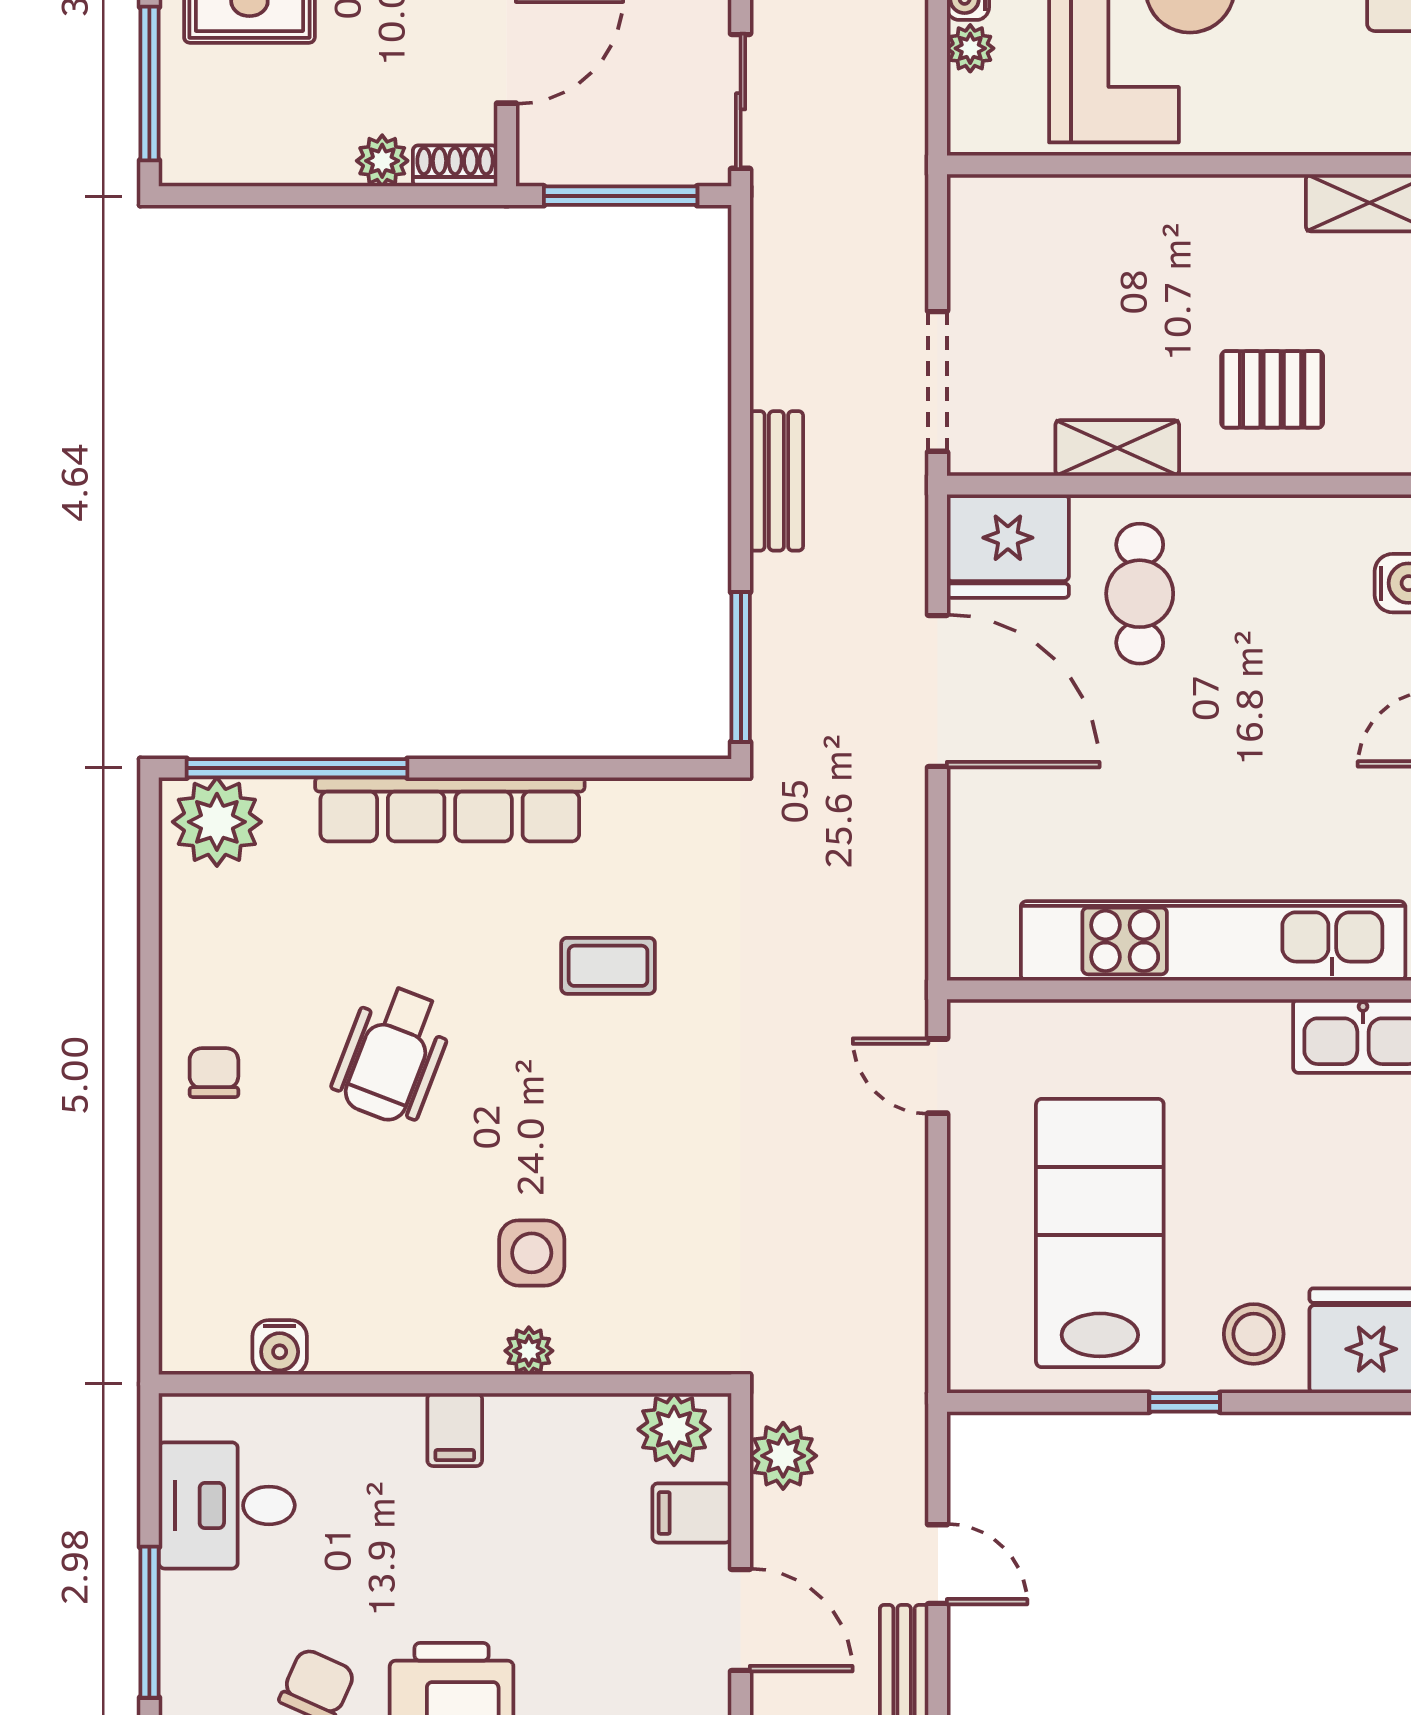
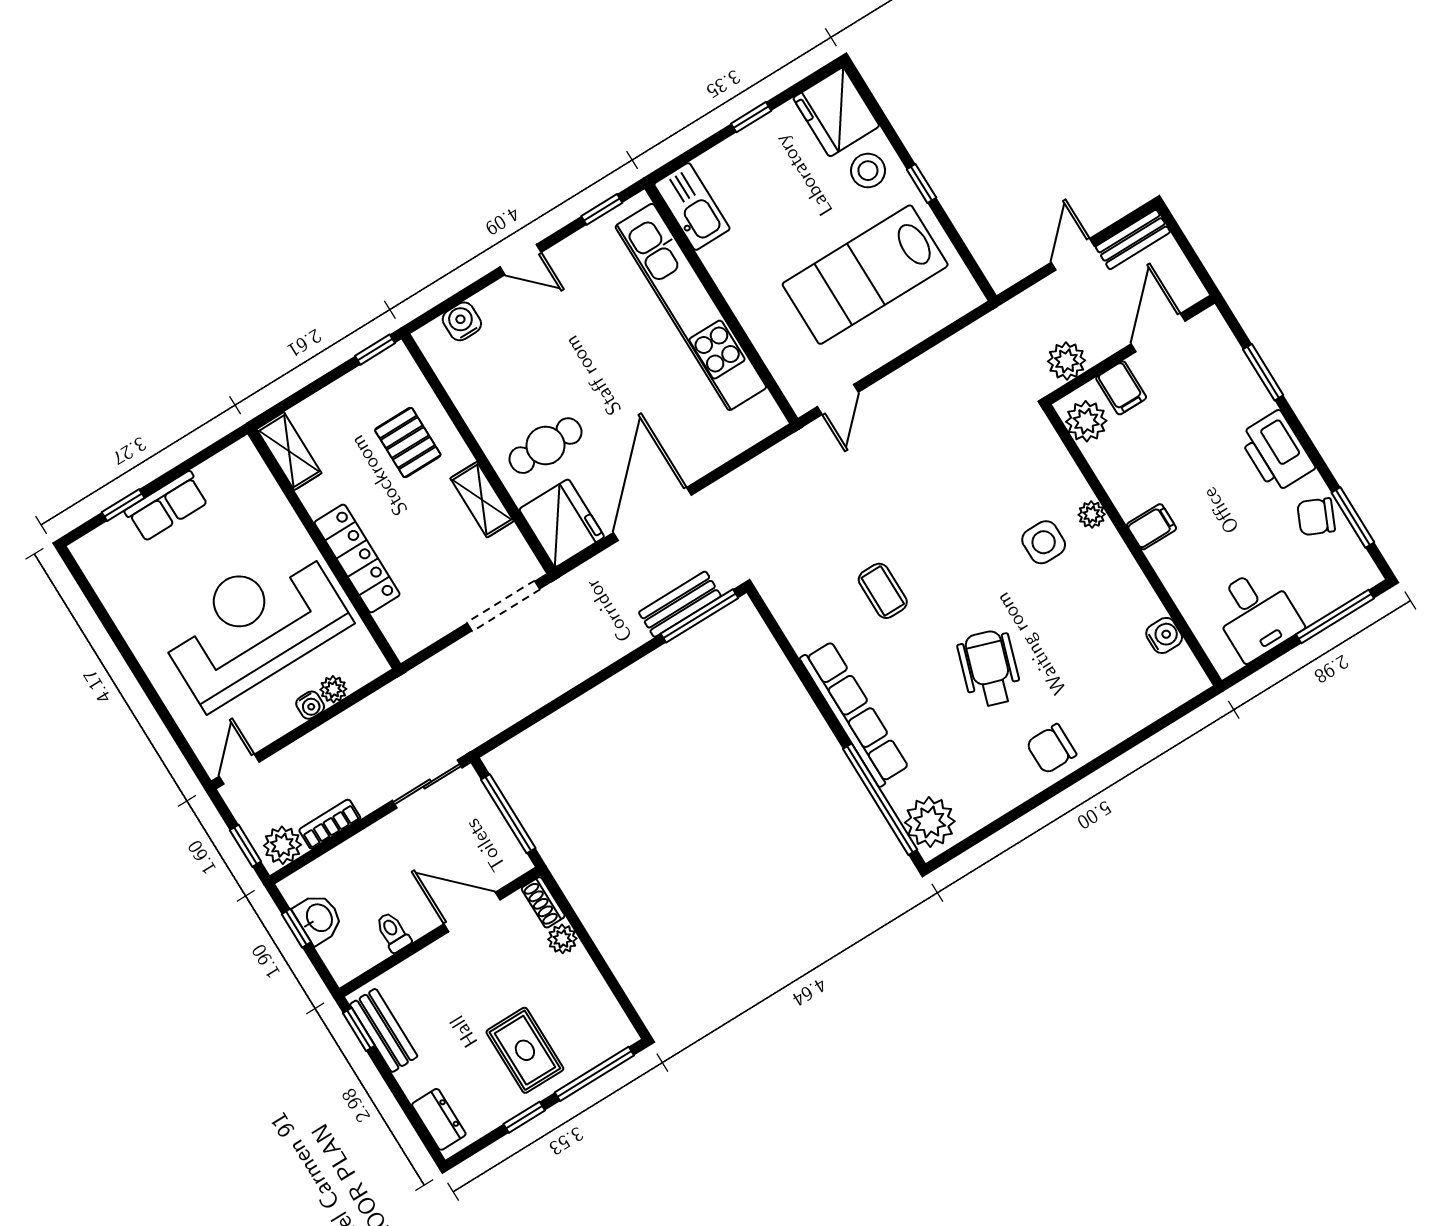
locker: (1145, 206) -> (357, 558), added
bench: (776, 481) -> (680, 604), moved
wheelchair: (392, 1054) -> (989, 668), turned -93
chair: (214, 1073) -> (1051, 749), width x1.37, depth x1.37

